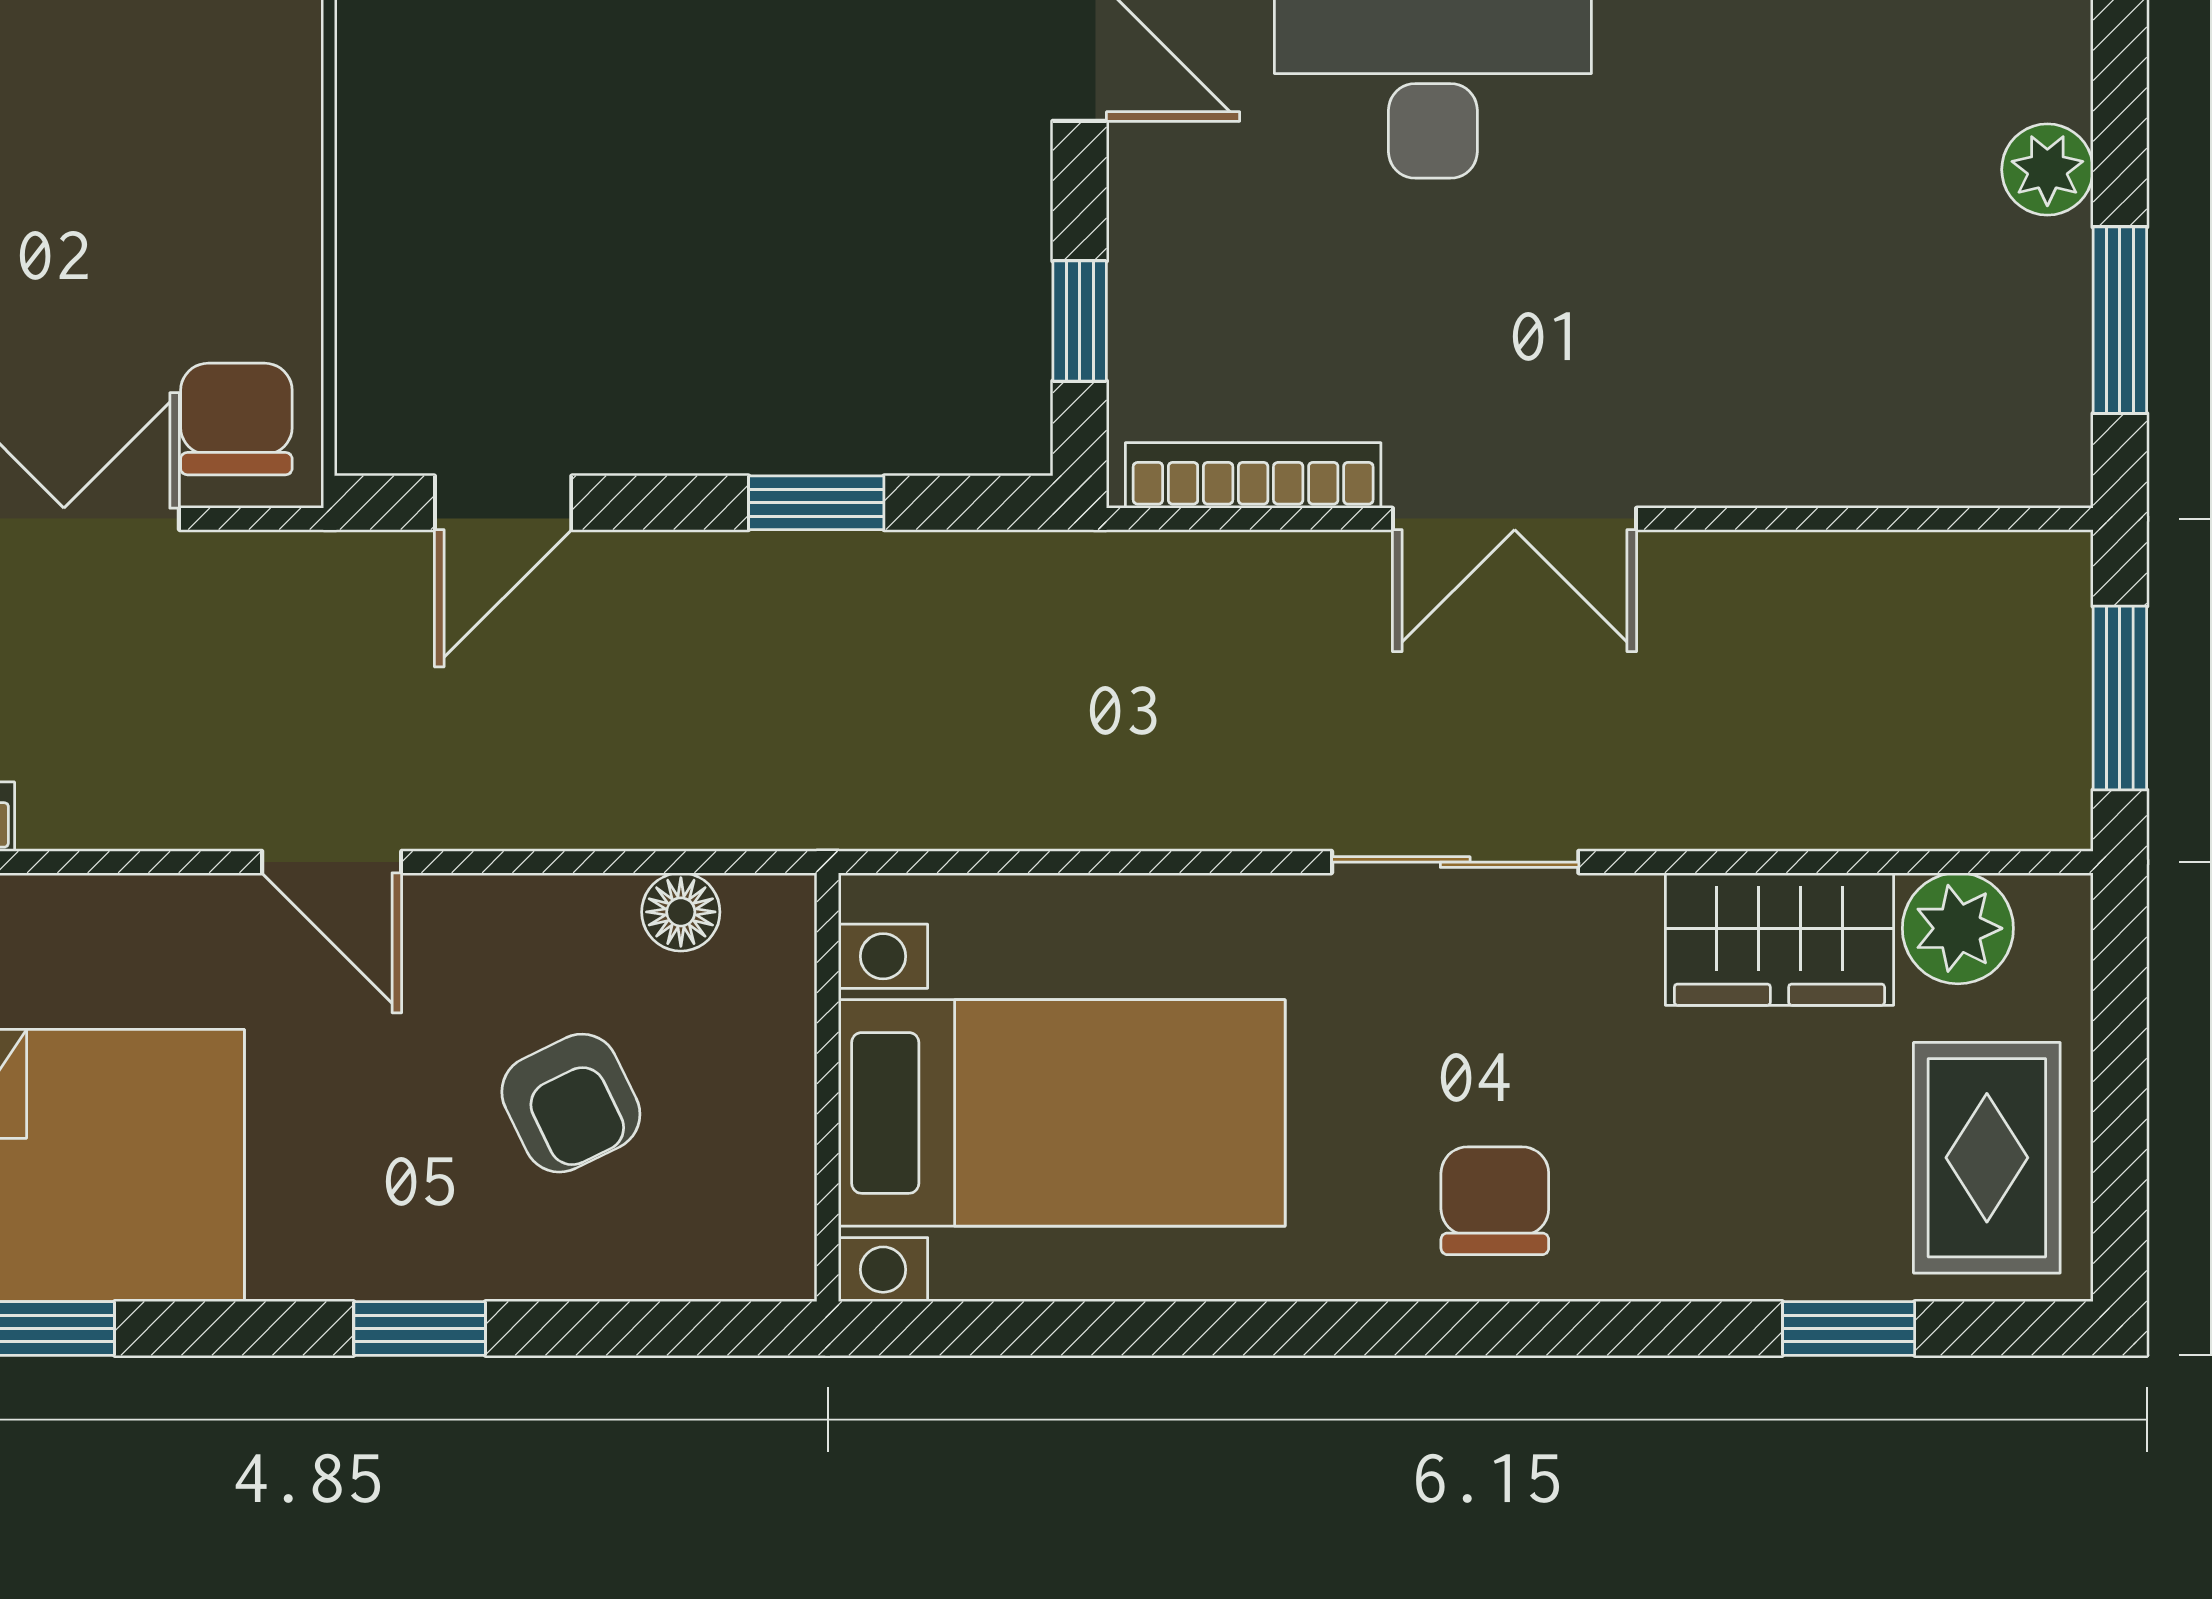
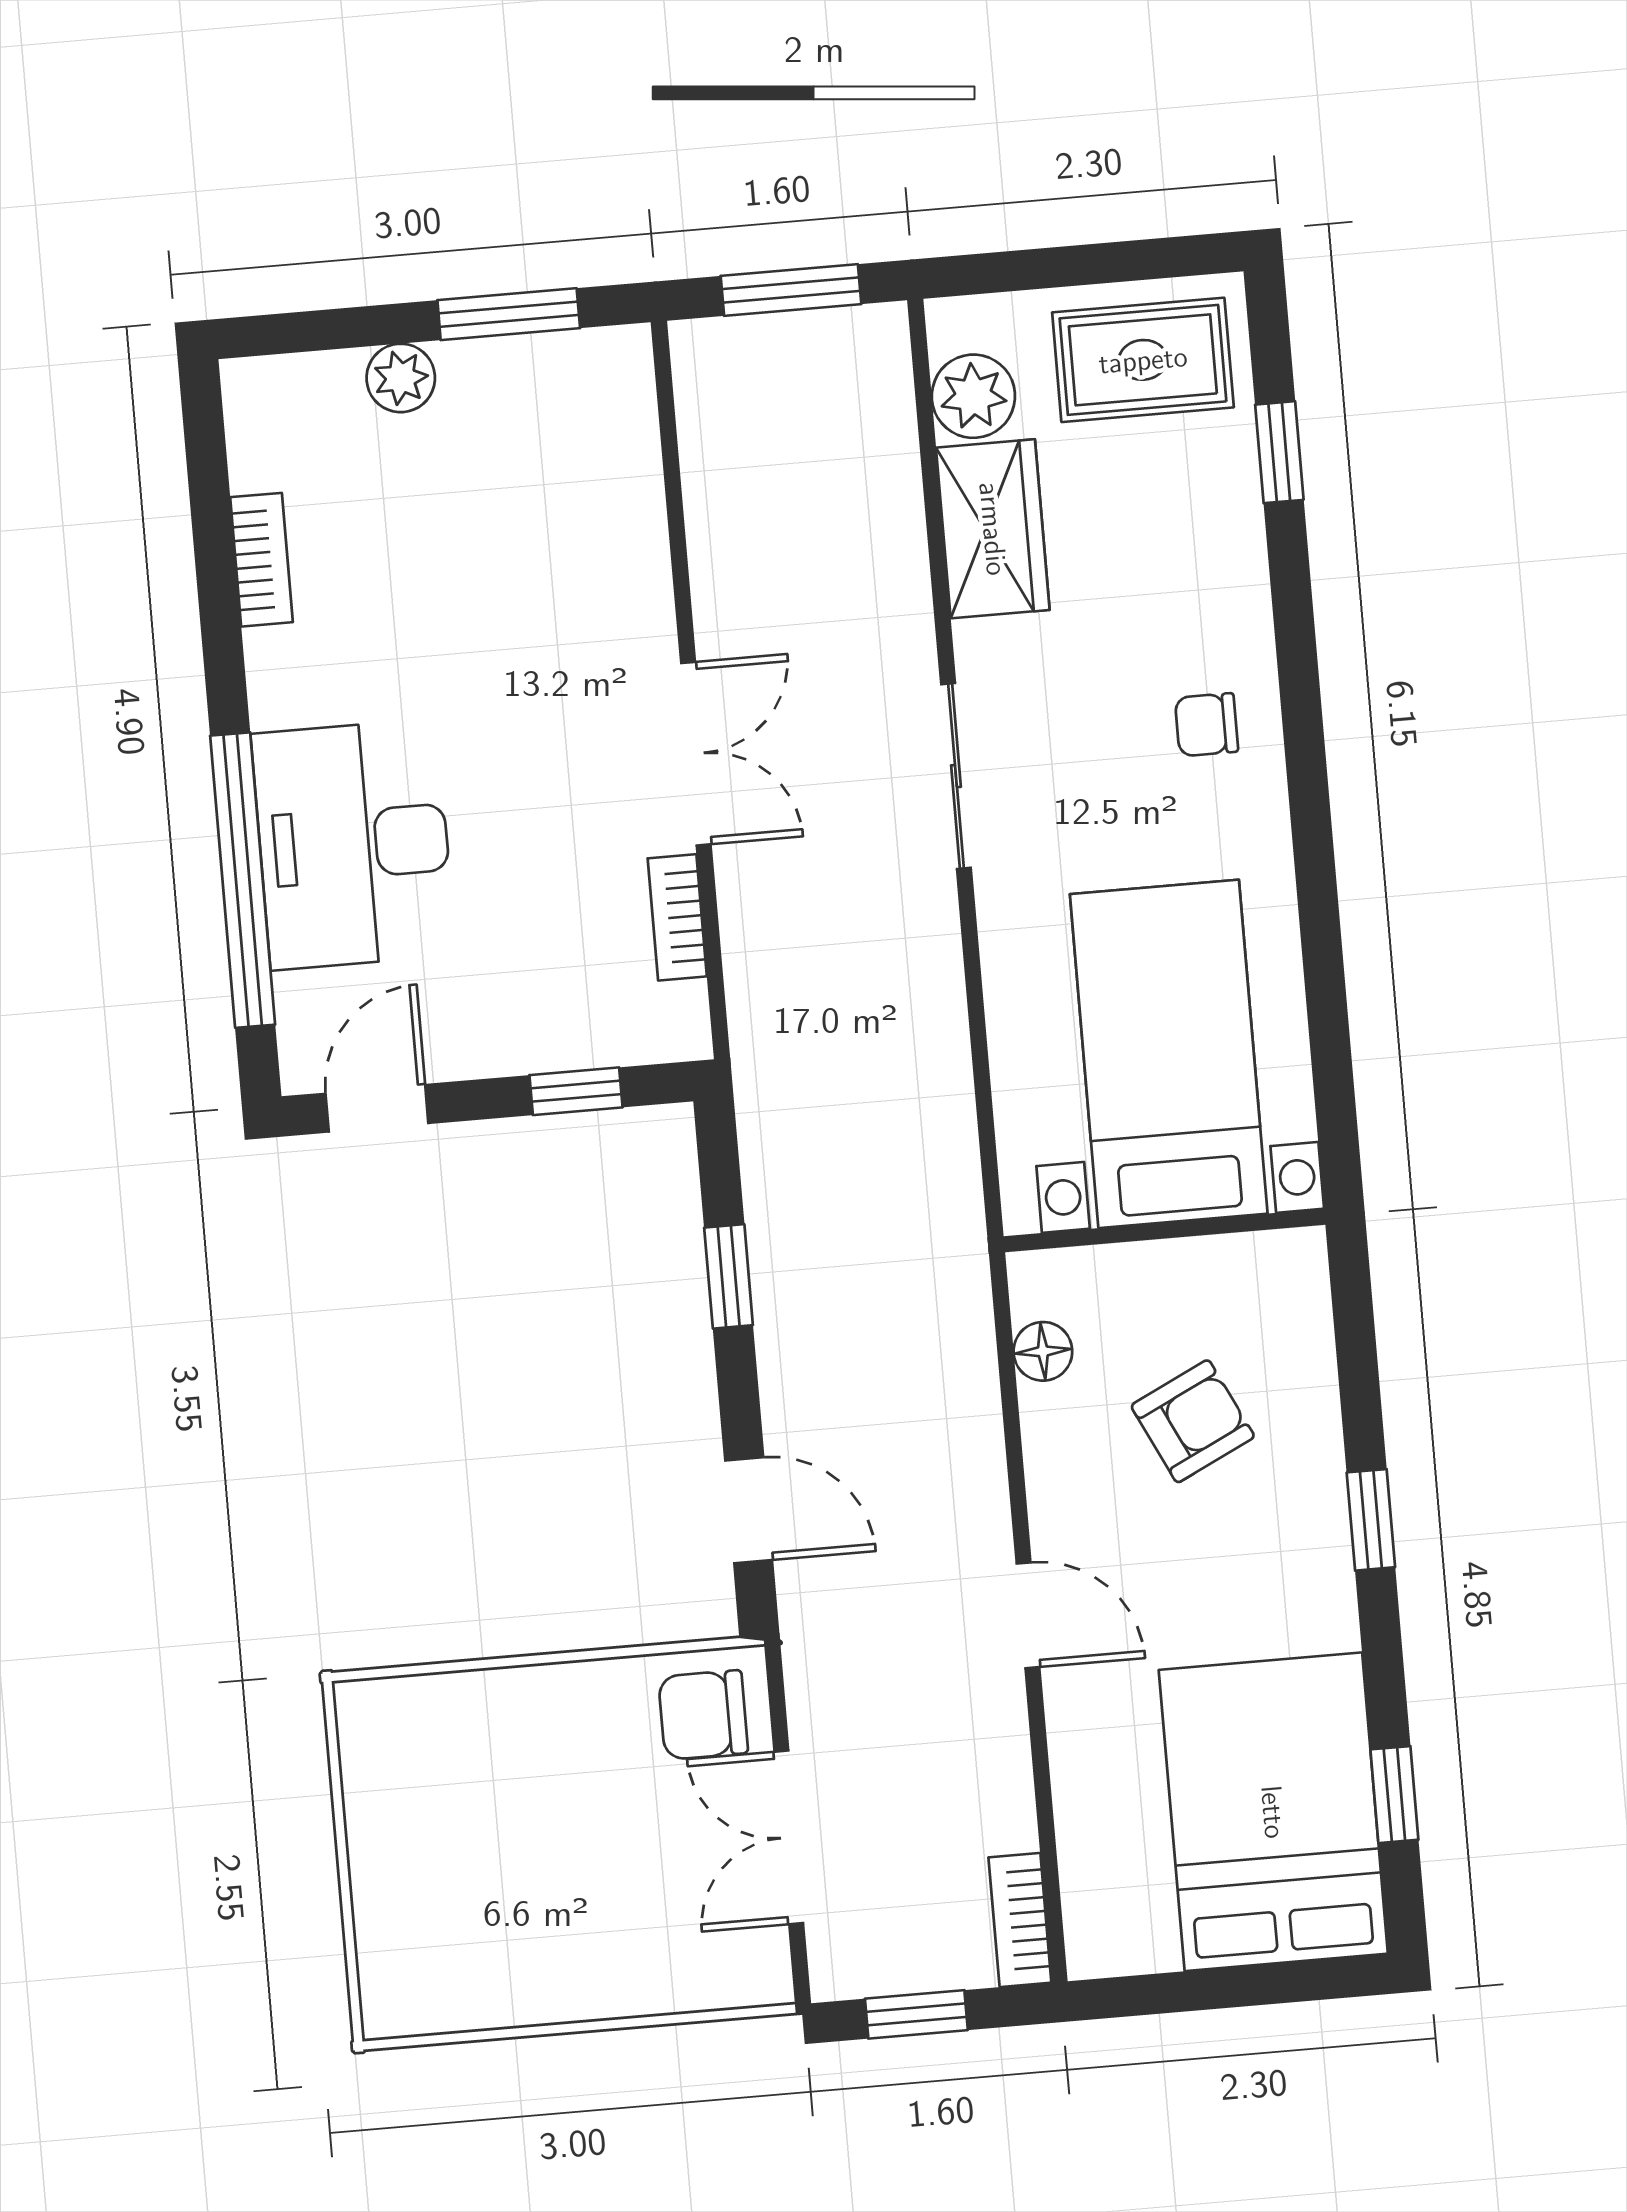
bookcase: (1253, 475) -> (677, 917), width x0.64
door: (332, 862) -> (1028, 1615), hinge flipped
chair: (1495, 1201) -> (1207, 725), width x0.73, depth x0.73

